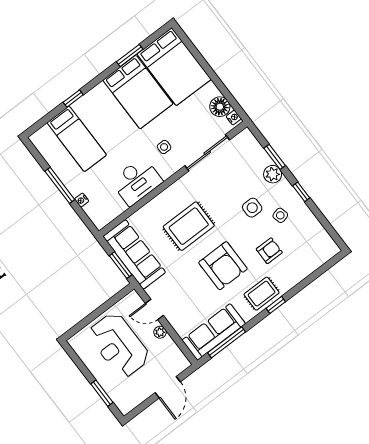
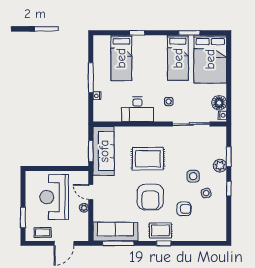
bed: (138, 92) -> (178, 58), width x0.67
coffee table: (135, 393) -> (43, 232), added

